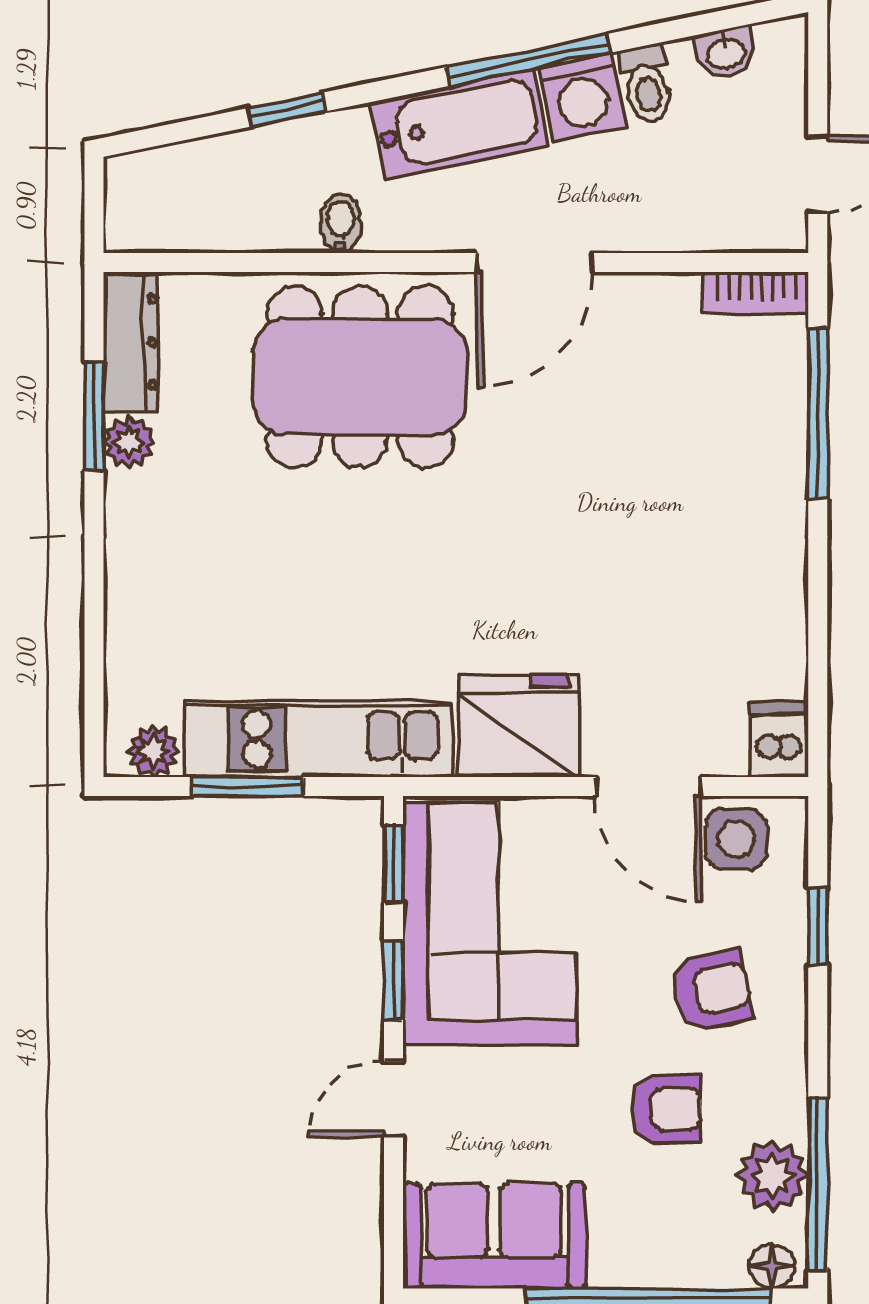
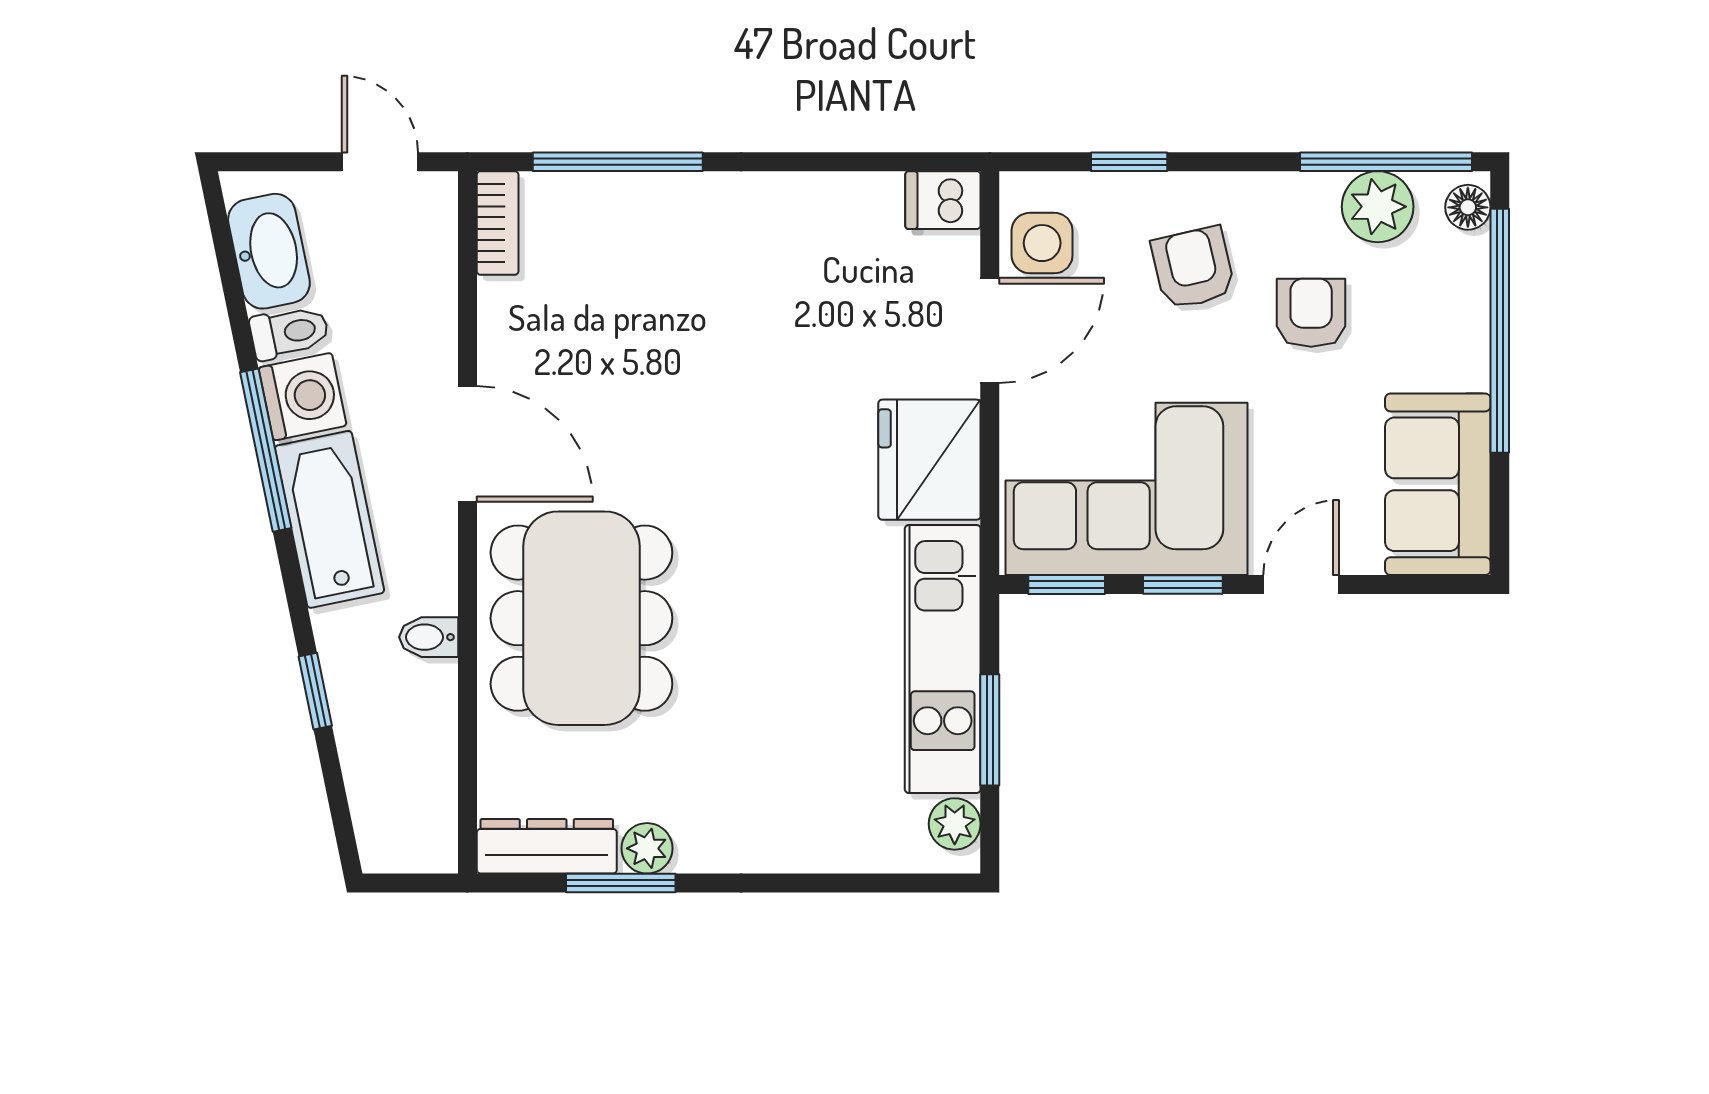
washbasin: (726, 53) -> (269, 251), width x1.91, depth x1.45
door: (394, 1099) -> (1301, 585), swing flipped

